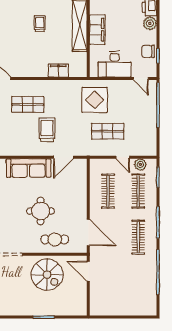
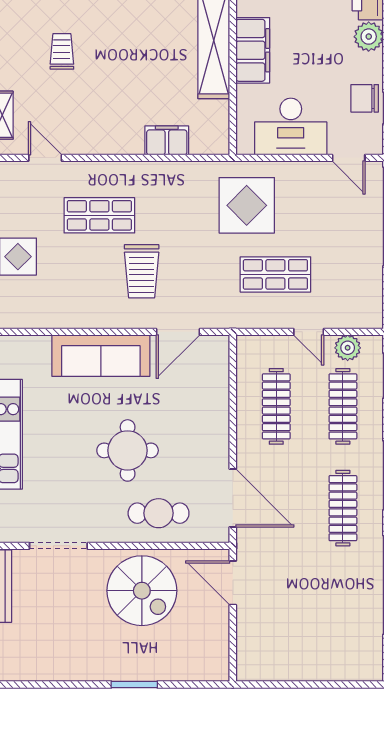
trolley: (40, 24) -> (62, 51), moved
trolley: (47, 130) -> (142, 271), turned 180

